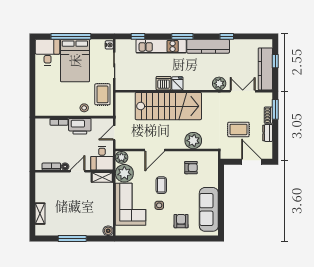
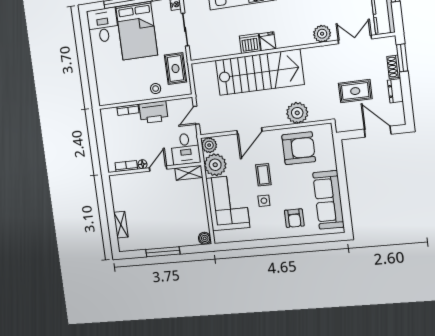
armchair: (191, 168) -> (299, 148), width x1.88, depth x1.88
armchair: (181, 221) -> (294, 218), turned 180

